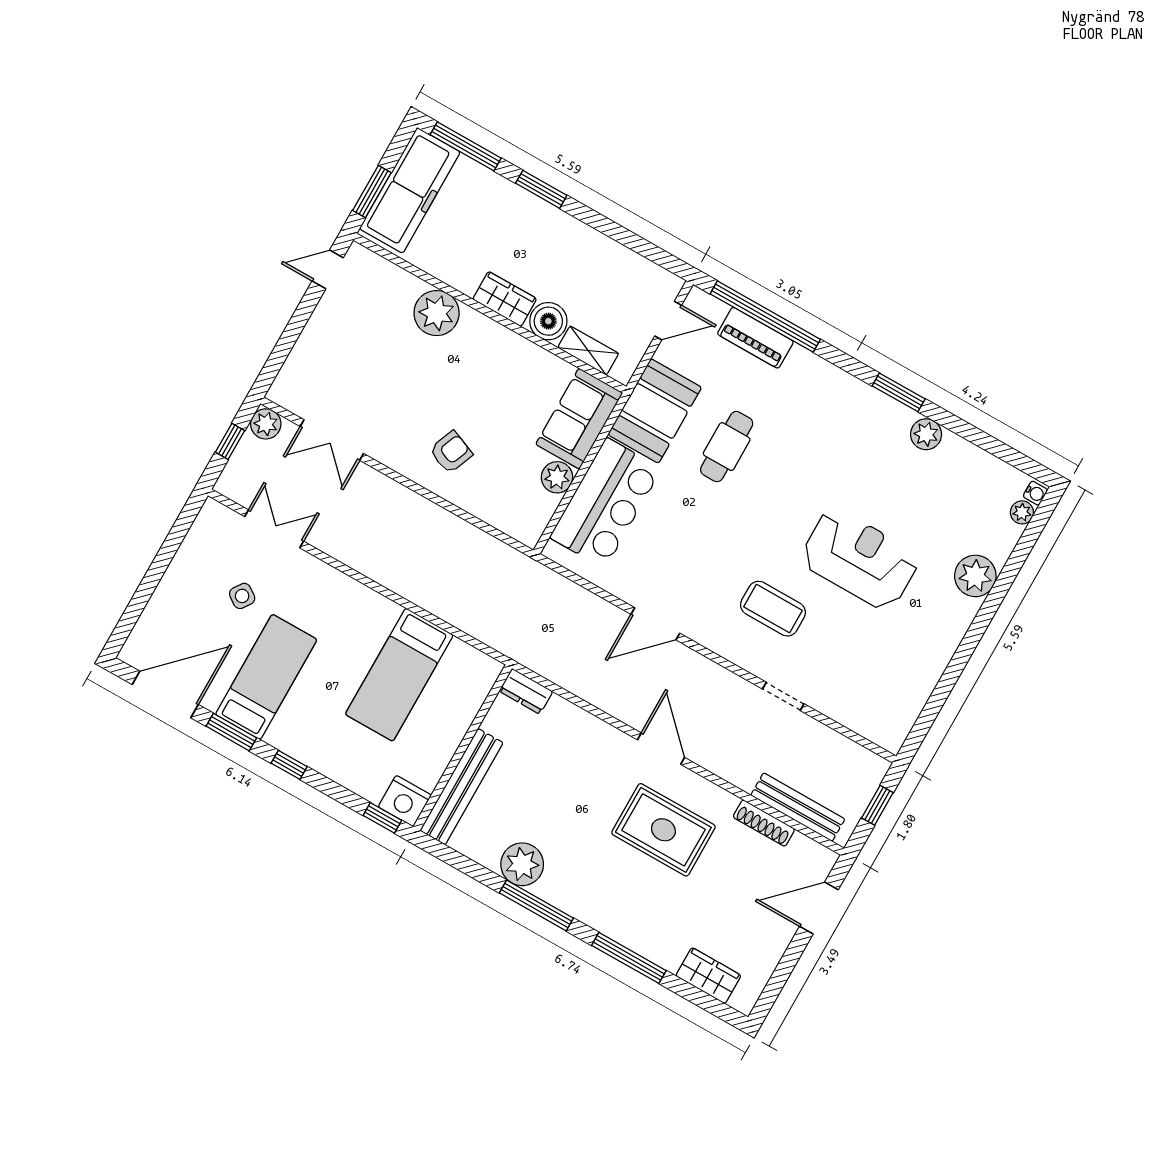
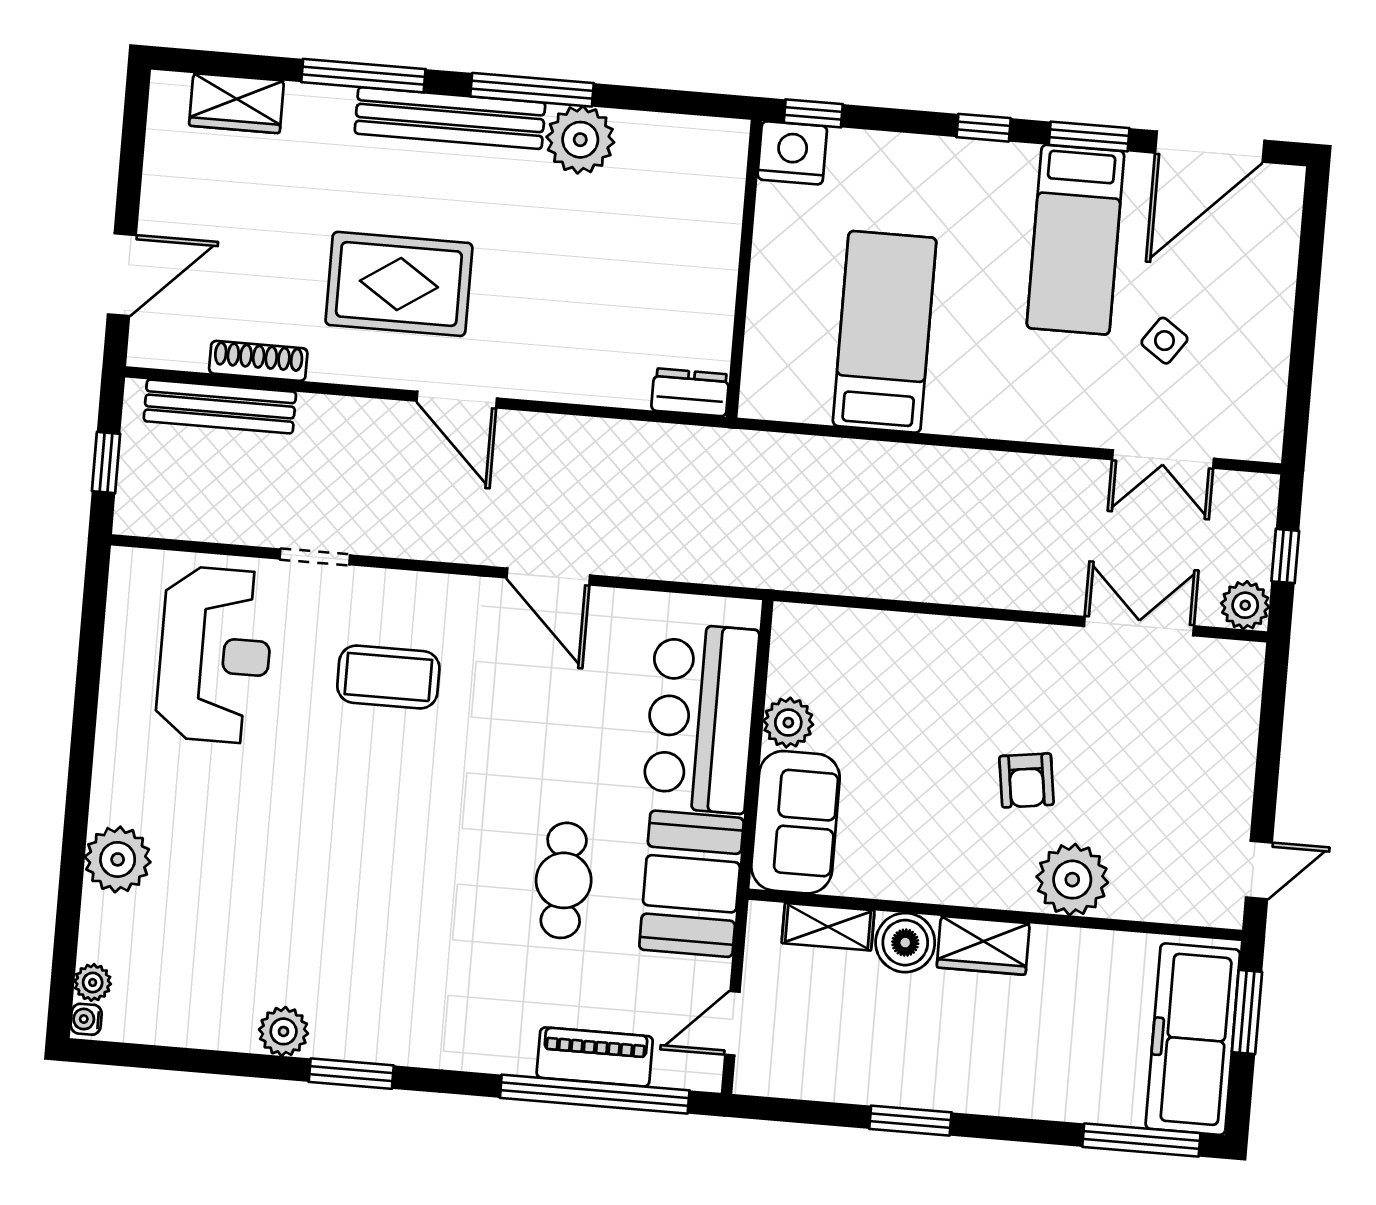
window: (541, 189) -> (910, 1121), moved
armchair: (451, 452) -> (1026, 780), moved, turned -30
reception desk: (860, 559) -> (215, 655), moved, turned -90
door: (655, 624) -> (548, 577), swing flipped
bench: (462, 787) -> (450, 118), moved, turned 90

